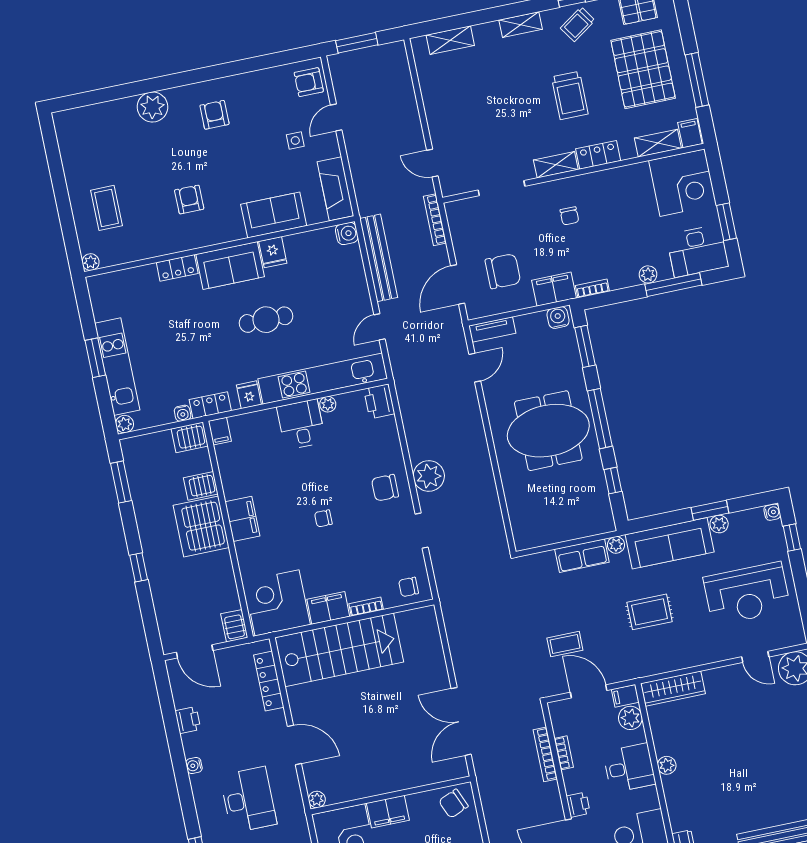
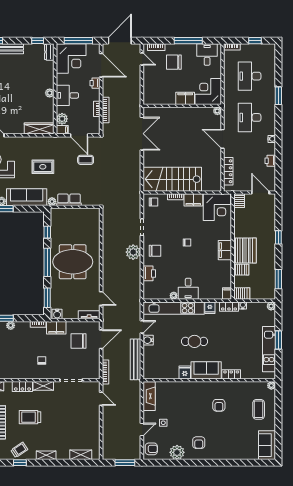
trolley: (570, 96) -> (30, 417), turned -90
plant: (152, 107) -> (177, 452), moved
sofa: (274, 215) -> (267, 445), moved, turned 90
water cooler: (347, 234) -> (148, 340), moved
kitchen unit: (117, 367) -> (269, 349), moved
door: (475, 368) -> (101, 299), swing flipped
printer: (379, 401) -> (149, 273), moved
stairs: (339, 650) -> (172, 179), moved
chair: (453, 804) -> (154, 96), removed

